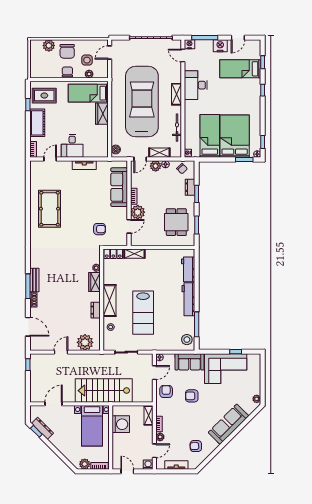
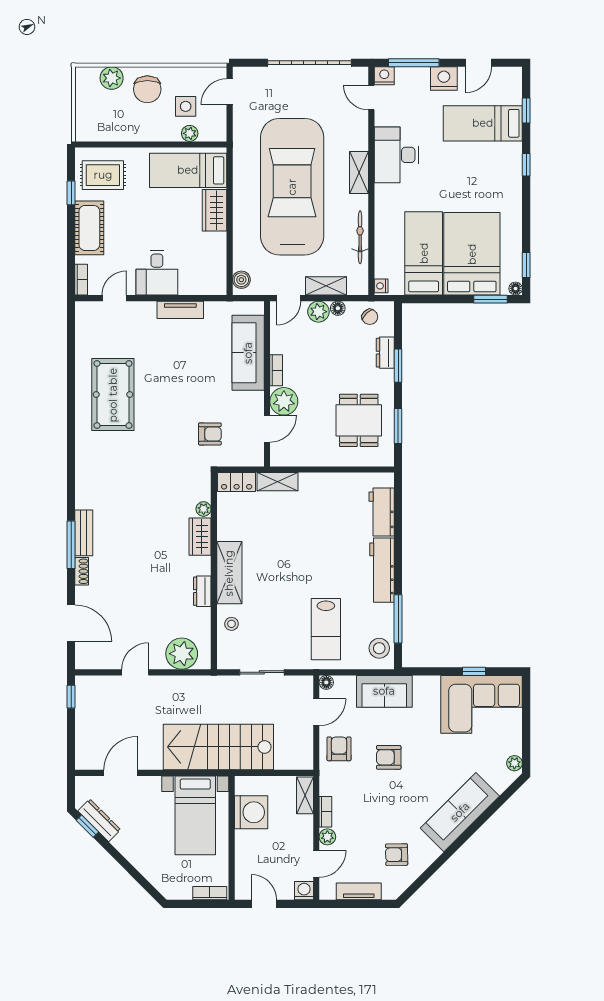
chair: (67, 72) -> (148, 129), removed
lab bench: (143, 313) -> (326, 629), moved, width x0.73, depth x0.72
corner sofa: (226, 369) -> (481, 704), moved
plant: (85, 464) -> (181, 890), removed

